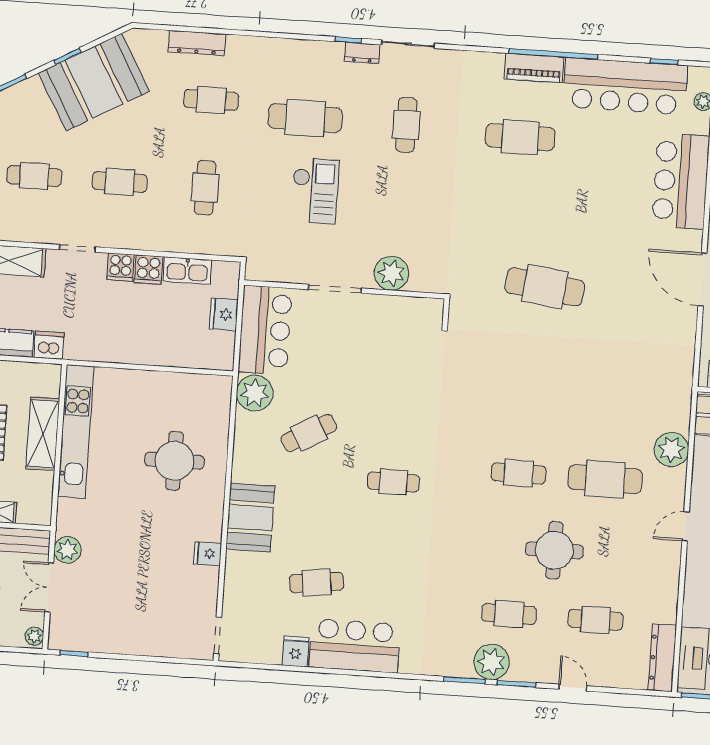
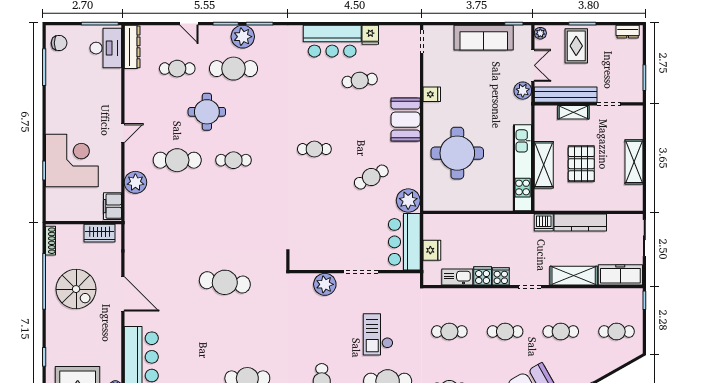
cafe table: (205, 188) -> (449, 332), turned 90
round table: (174, 461) -> (457, 153), width x1.36, depth x1.36
cafe table: (509, 614) -> (233, 69), width x1.37, depth x1.35
sofa: (122, 635) -> (484, 38), added

